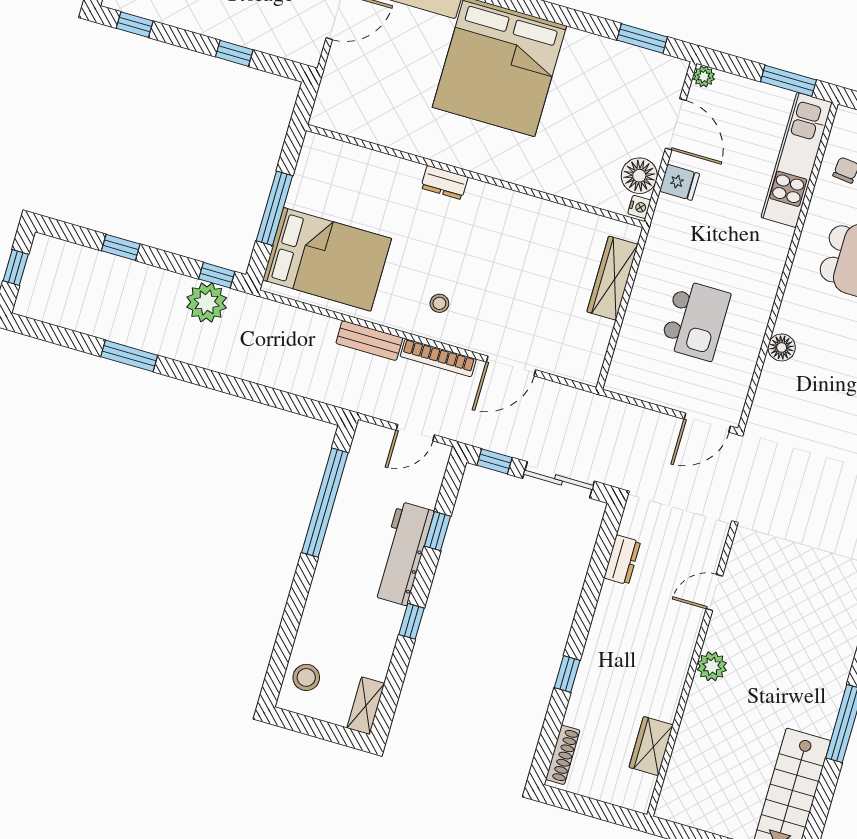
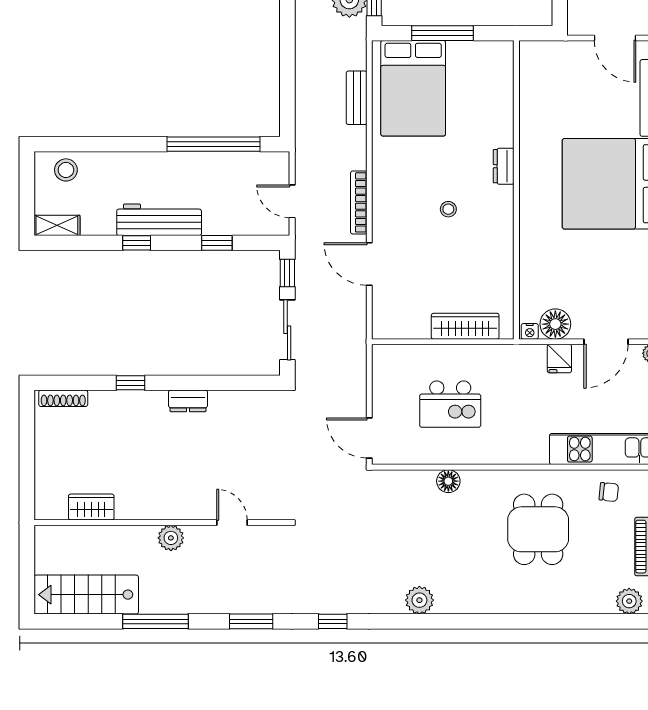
stool: (439, 303) -> (448, 209), moved
bench: (369, 341) -> (357, 98), moved
workbench: (403, 553) -> (159, 220), moved
dresser: (622, 560) -> (188, 401), moved
door: (714, 592) -> (232, 523), moved
plant: (712, 666) -> (171, 538), moved
wall: (692, 671) -> (162, 523), moved
wardrobe: (651, 746) -> (91, 507), moved

